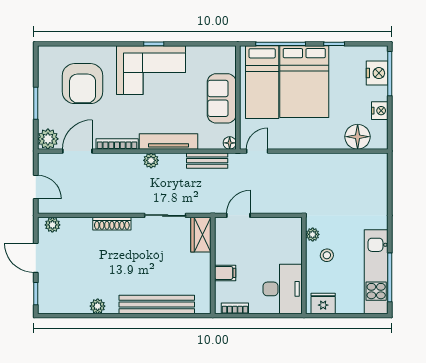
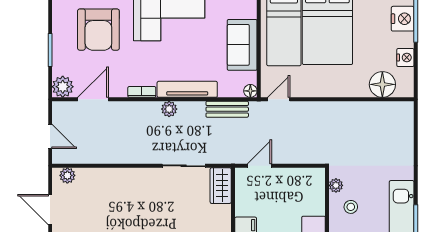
bookcase: (117, 144) -> (142, 92), width x0.64
shoe rack: (112, 224) -> (129, 174), removed

